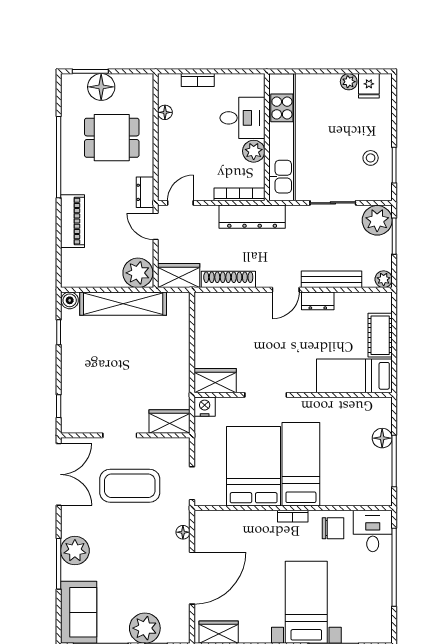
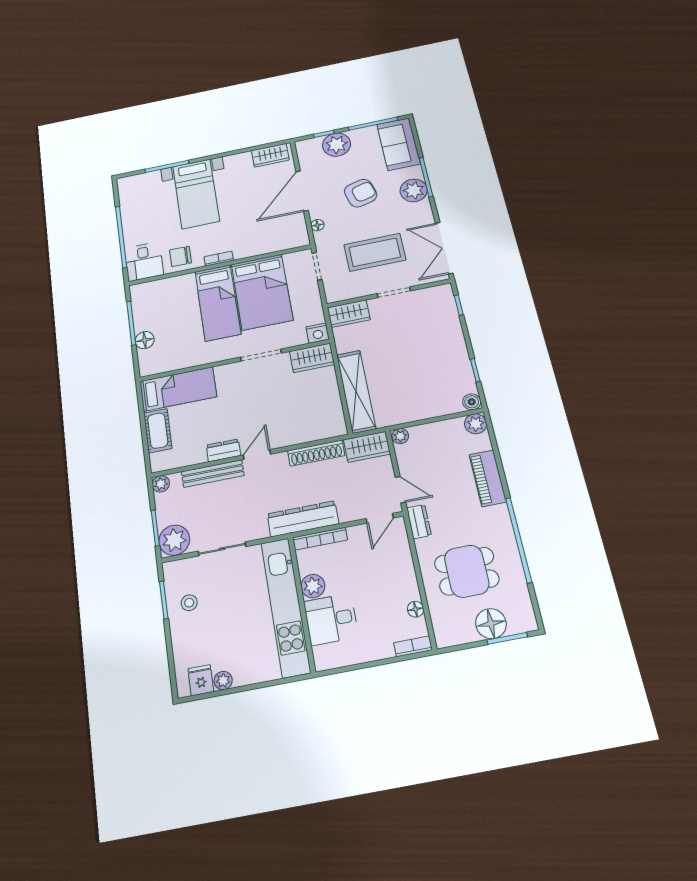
bookcase: (198, 80) -> (413, 646), moved
plant: (138, 273) -> (400, 436), width x0.53, depth x0.53
plant: (71, 277) -> (476, 424), added
shelving: (123, 304) -> (356, 391), moved, turned 90
armchair: (131, 561) -> (361, 193), added

